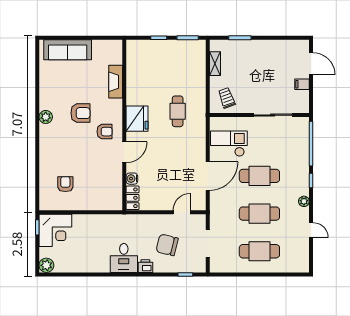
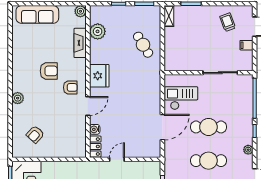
plant: (116, 46) -> (80, 11), added
shelving: (215, 64) -> (169, 16), moved
plant: (135, 69) -> (98, 31), added
trolley: (227, 98) -> (228, 22), moved
cafe table: (178, 111) -> (143, 45), moved, turned -31
plant: (46, 117) -> (18, 98), moved
armchair: (65, 184) -> (35, 134), turned -138
door: (182, 212) -> (117, 159), moved

